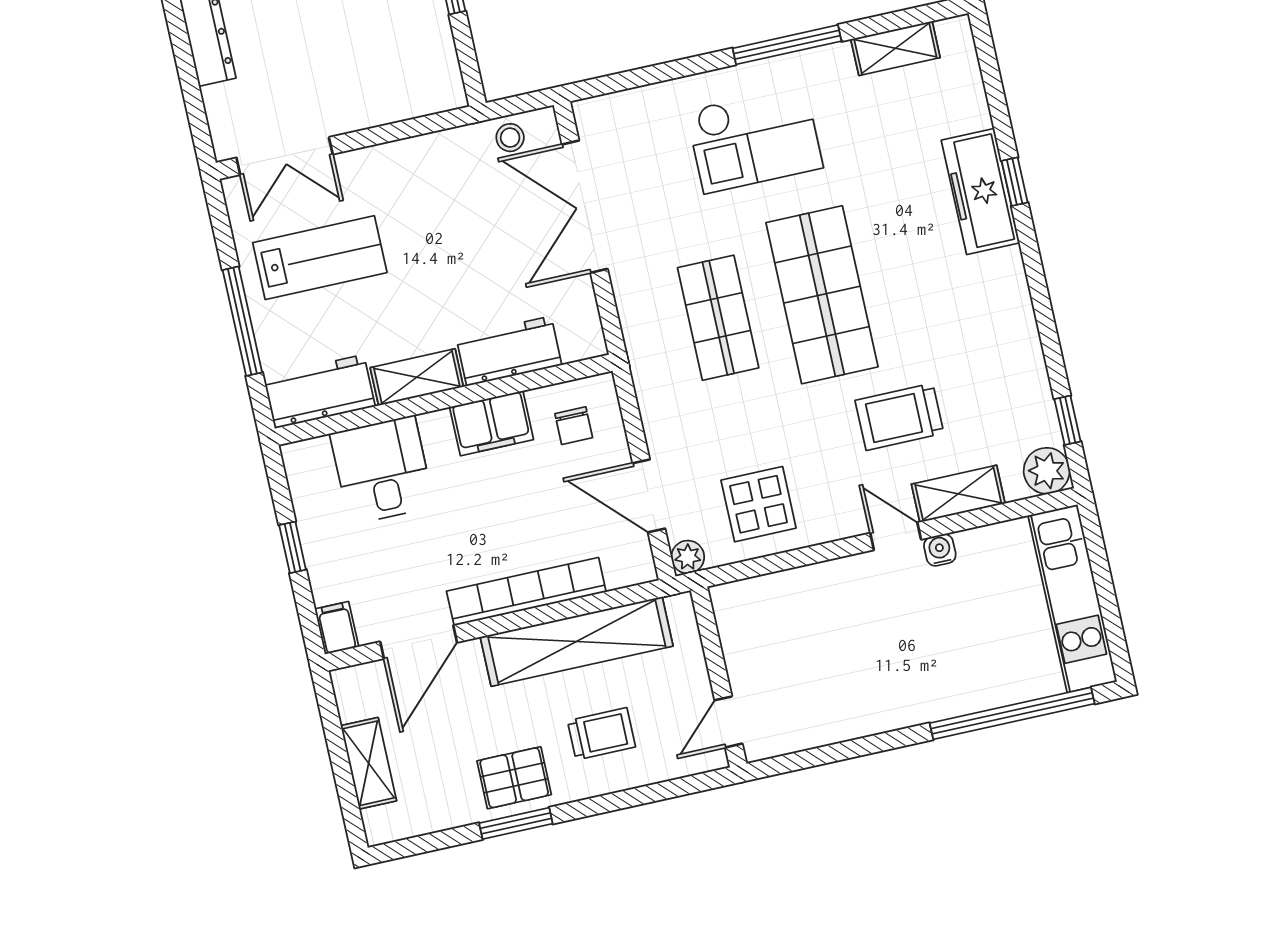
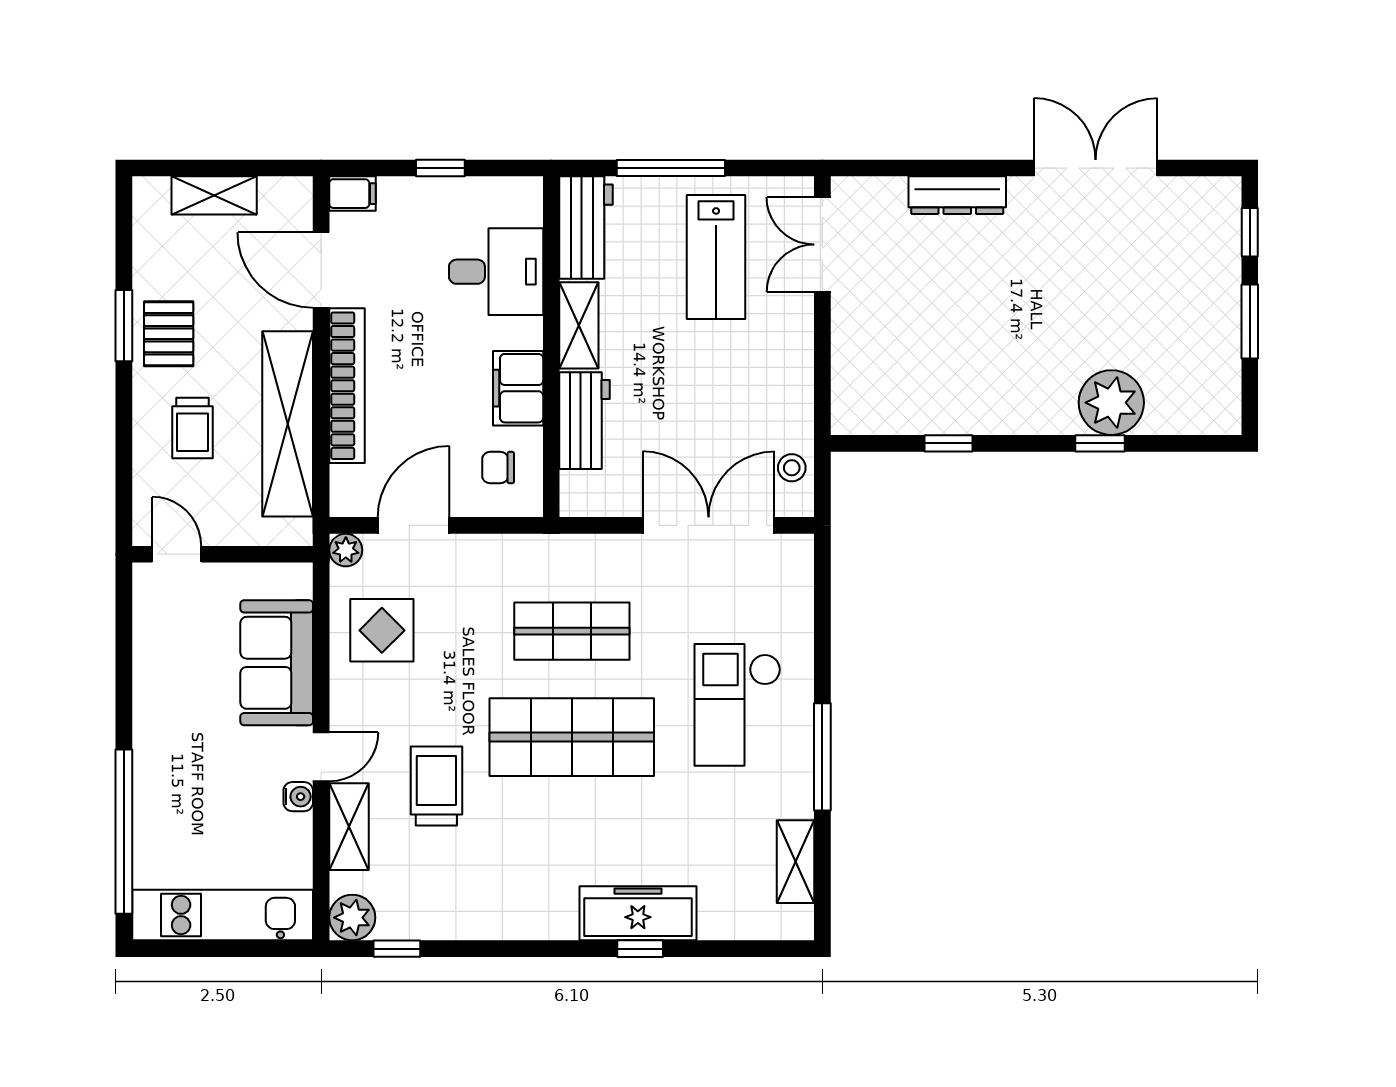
sofa: (813, 600) -> (277, 663), added

